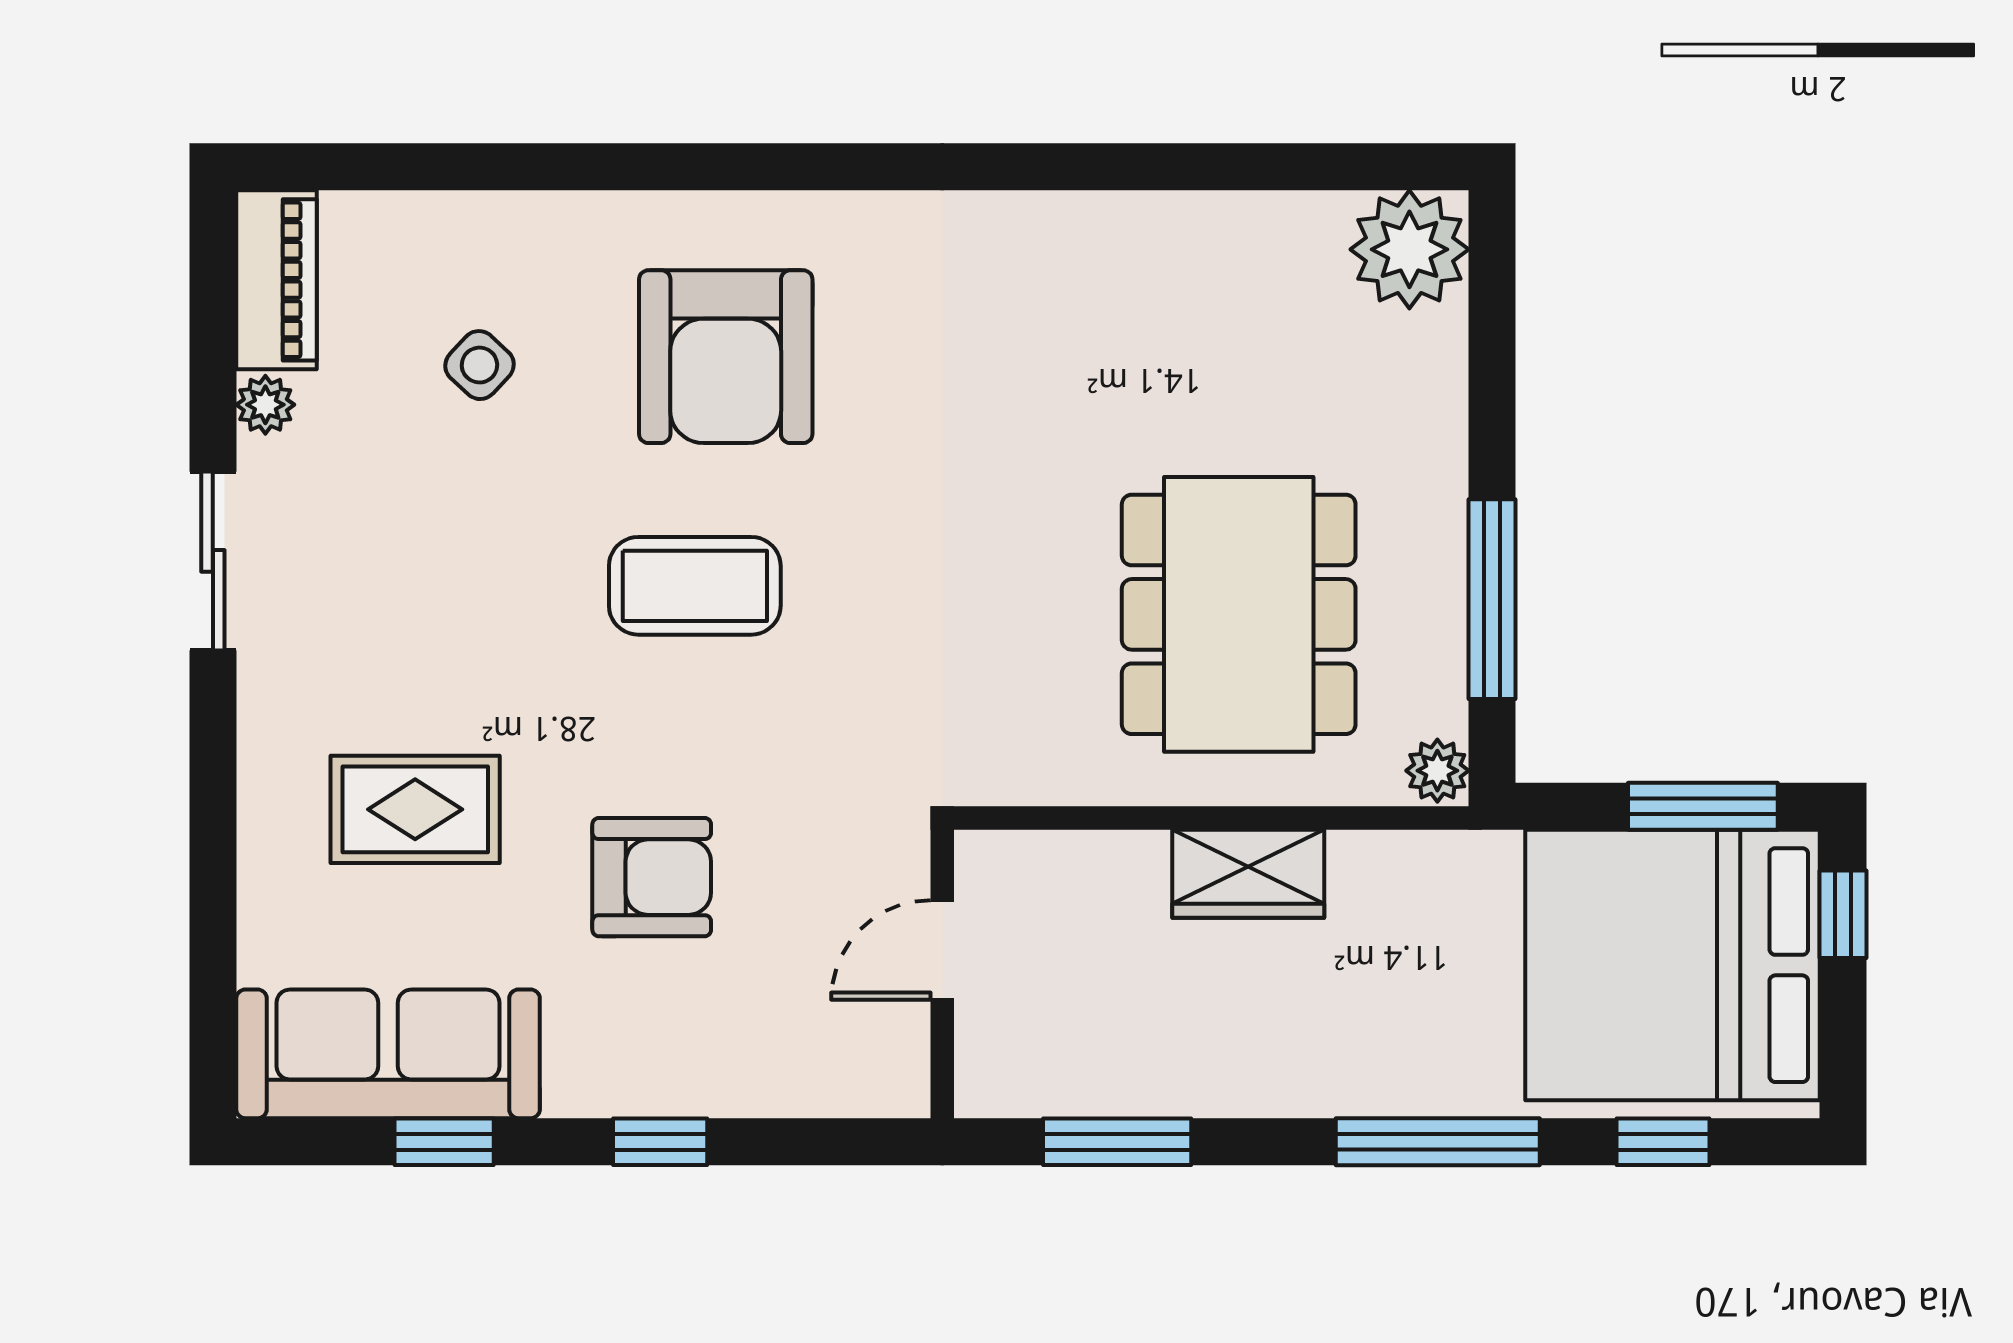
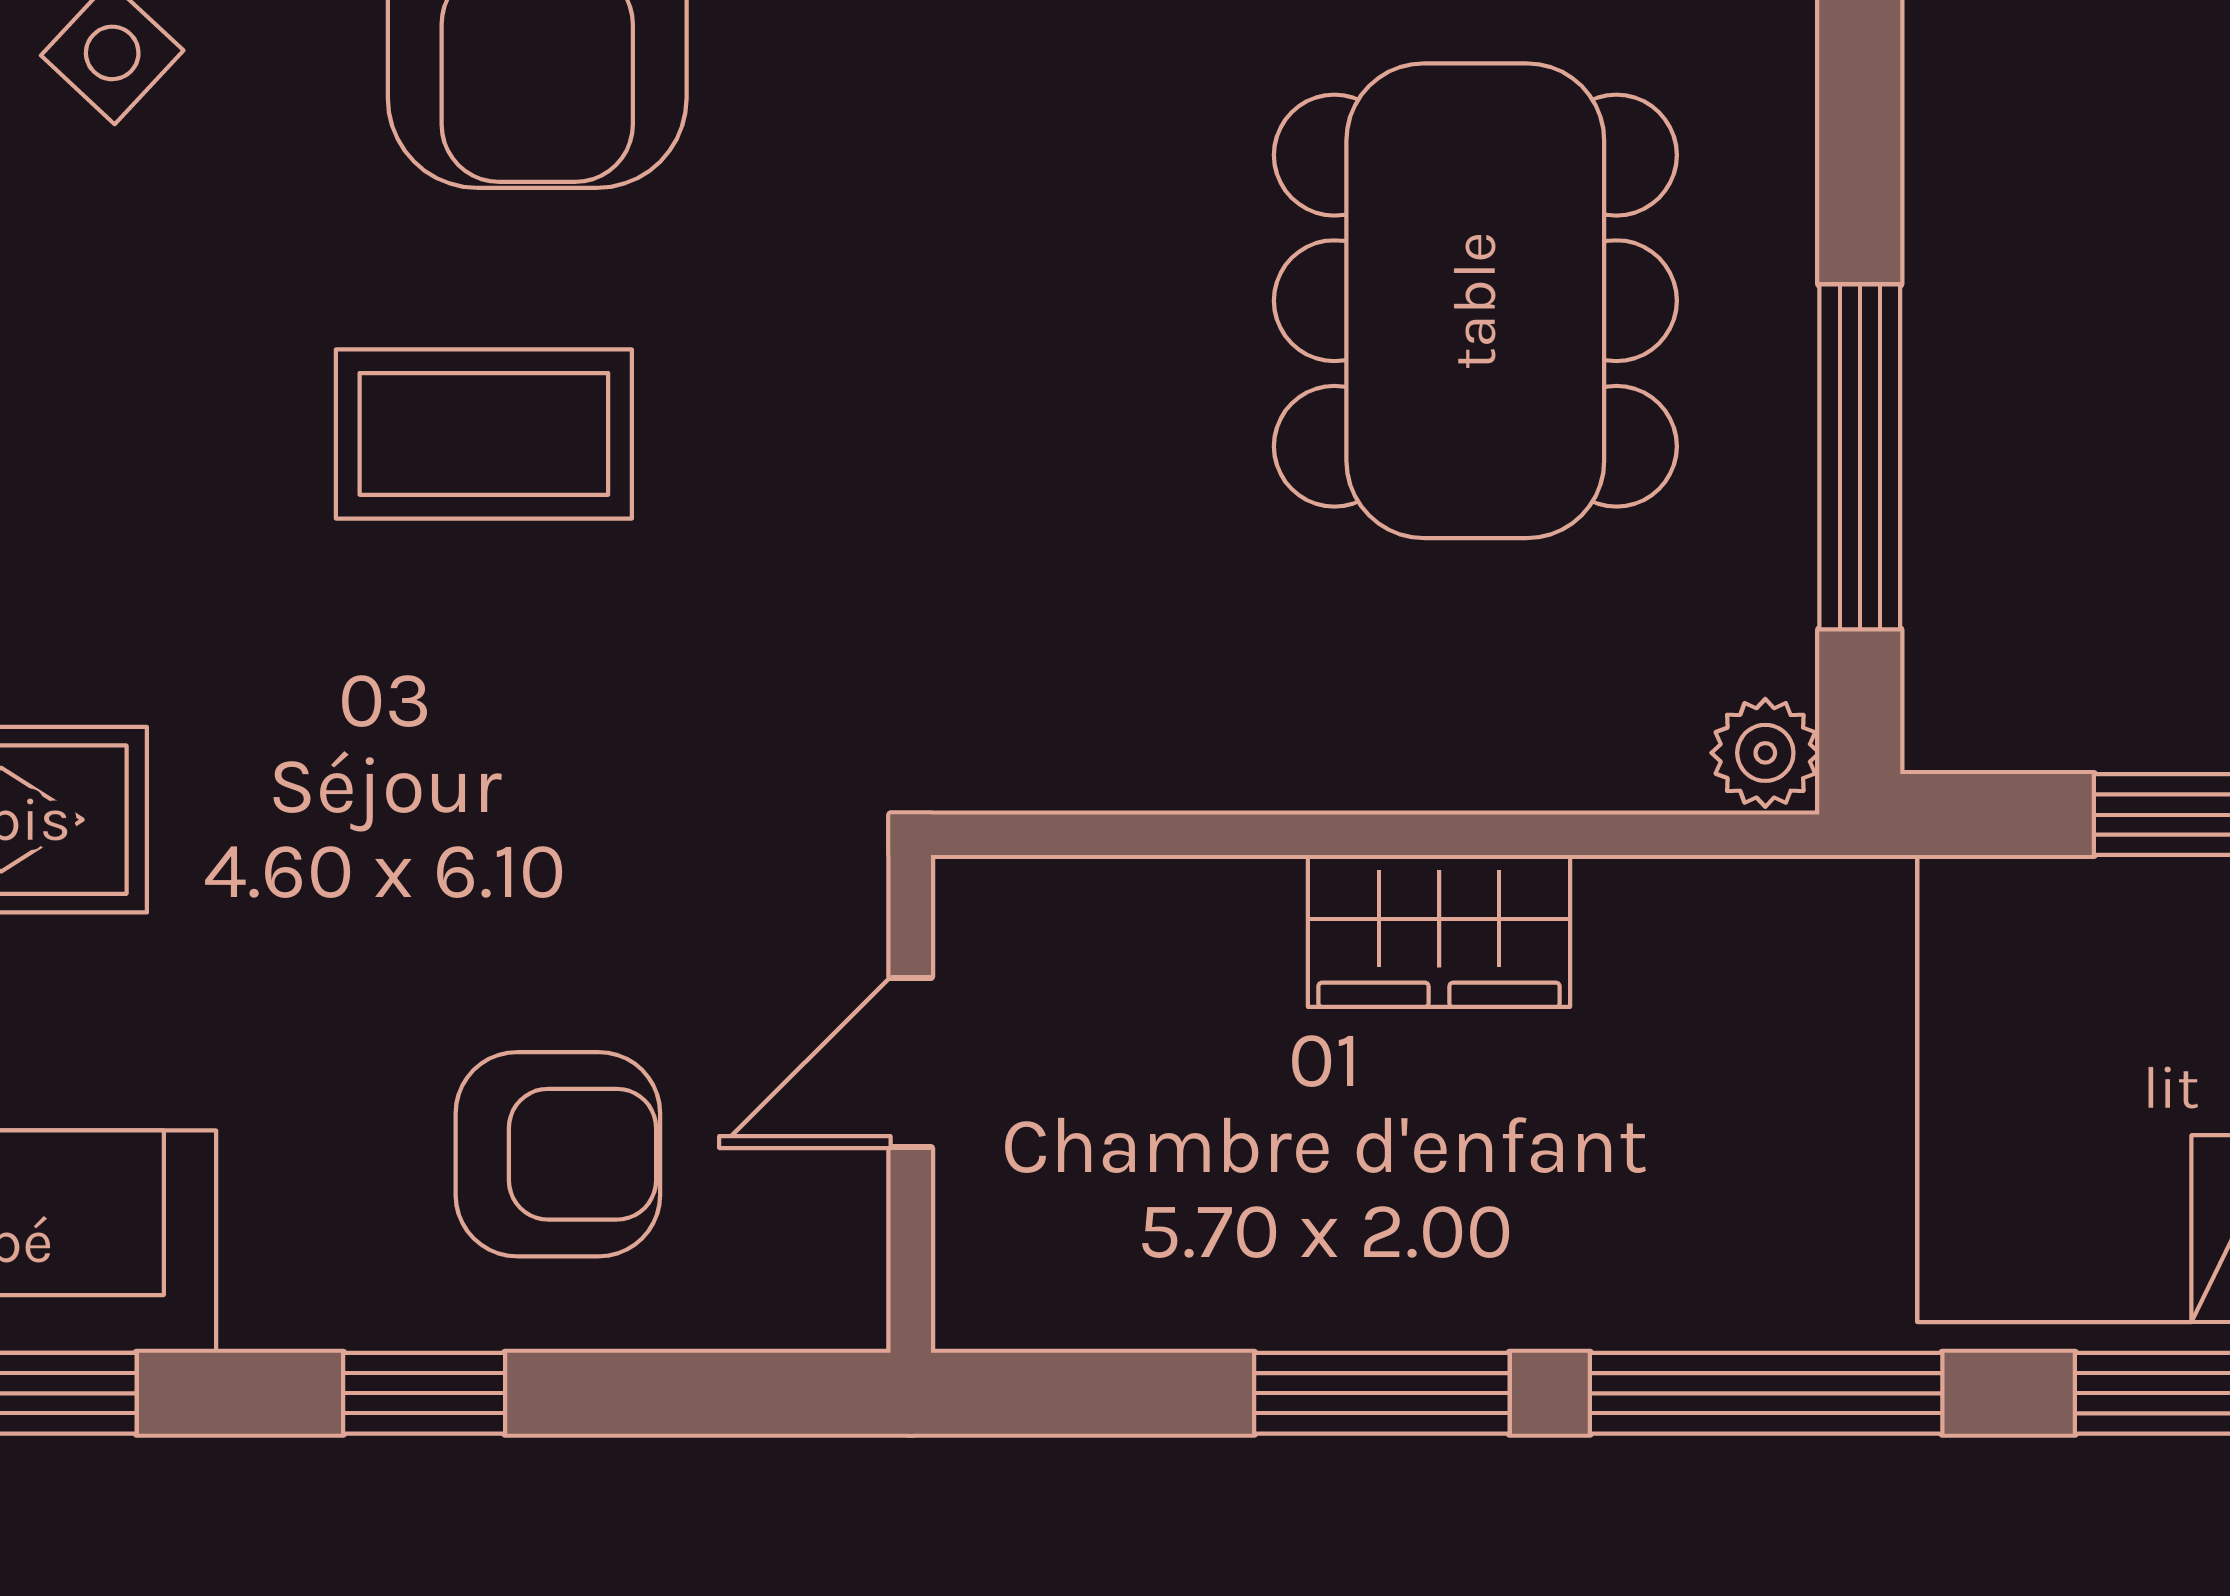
dining table: (1239, 614) -> (1475, 301), moved
armchair: (652, 877) -> (558, 1154), moved
window: (1117, 1142) -> (1382, 1393), moved

